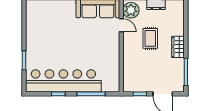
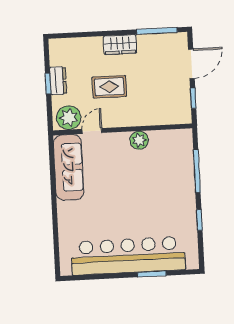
plant: (114, 56) -> (139, 140), added
bar counter: (63, 81) -> (128, 256), moved, turned 90

